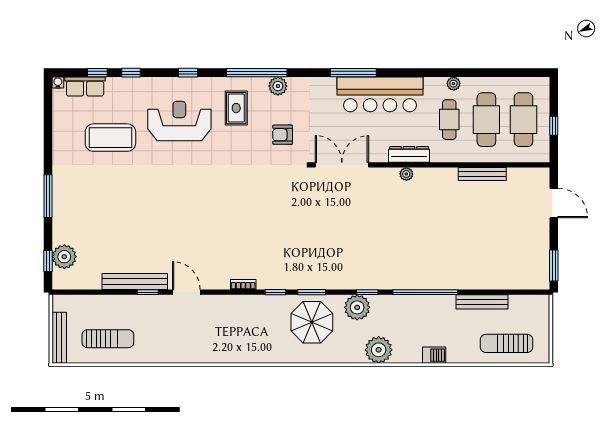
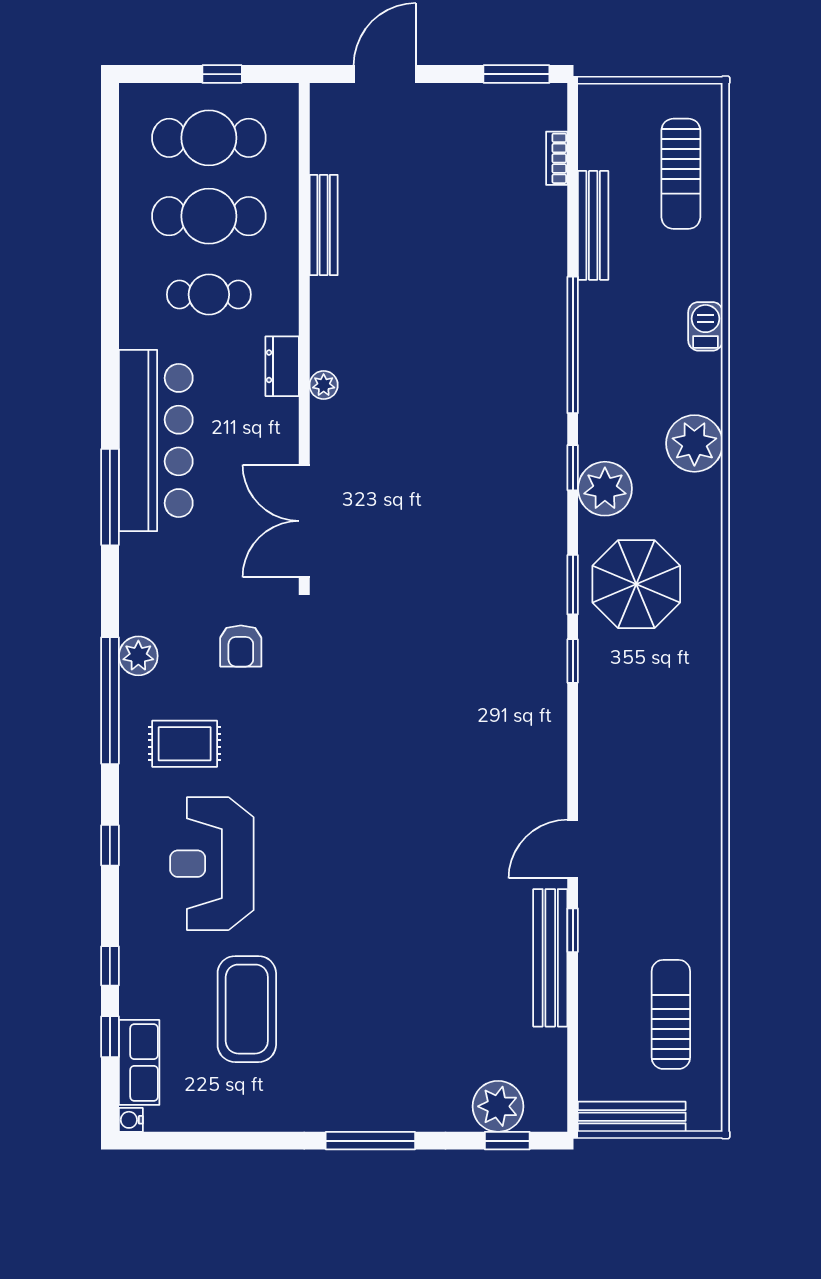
plant: (454, 84) -> (133, 286), removed
dresser: (409, 154) -> (282, 366), width x0.70
bookcase: (243, 285) -> (557, 158), moved
bench: (59, 338) -> (632, 1117), moved

